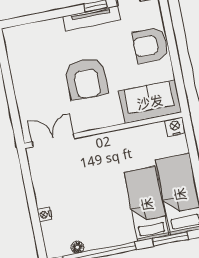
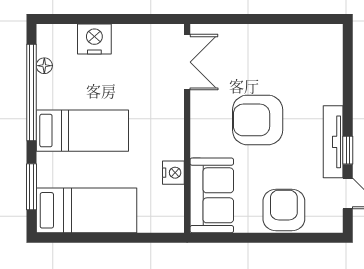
nightstand: (175, 127) -> (173, 173), moved
bed: (147, 204) -> (82, 131), moved
nightstand: (45, 214) -> (94, 39), width x1.89, depth x1.79

